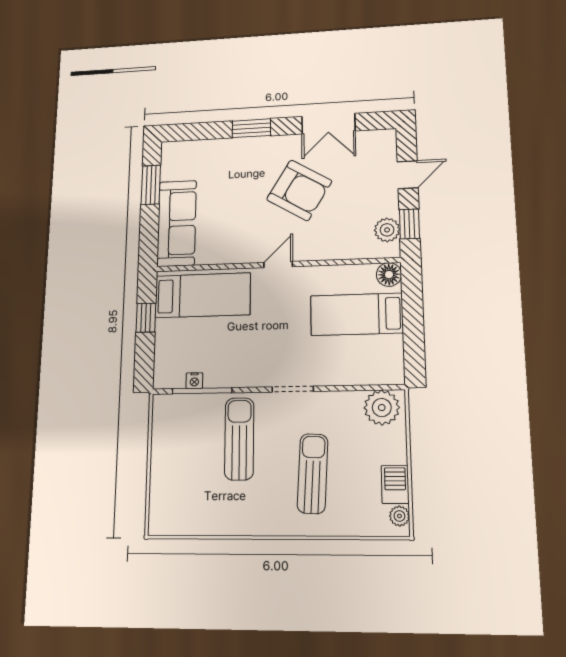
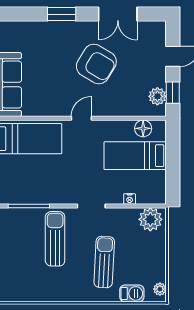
floor lamp: (389, 275) -> (143, 128), moved
nightstand: (194, 381) -> (130, 199), moved
barbecue: (395, 484) -> (132, 293), moved, turned 90

